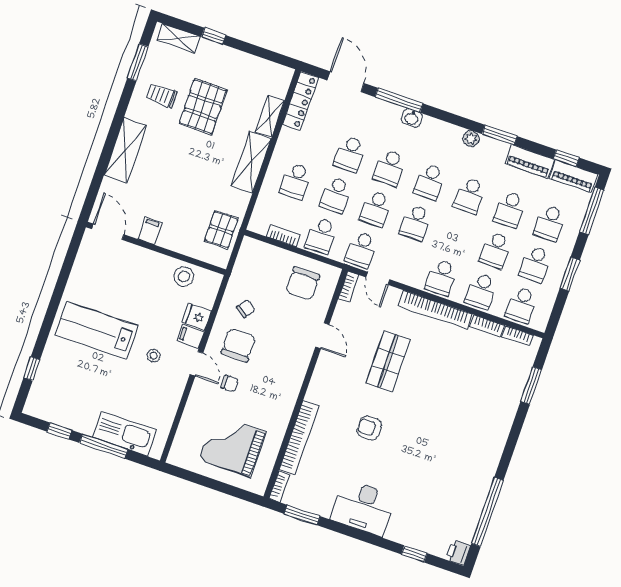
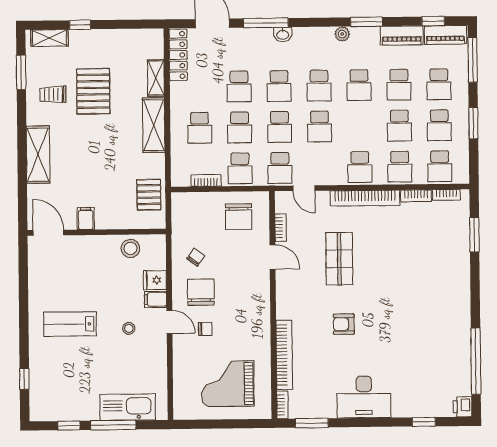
bookcase: (349, 287) -> (281, 228), moved
lab bench: (97, 330) -> (70, 324), width x0.73, depth x0.72

